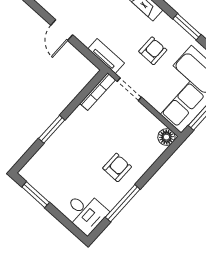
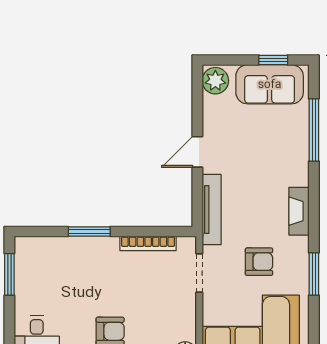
tv unit: (106, 56) -> (212, 210), width x1.41
bookcase: (98, 92) -> (148, 243), moved

